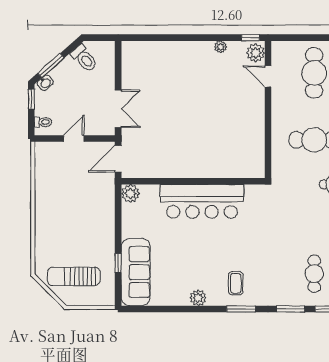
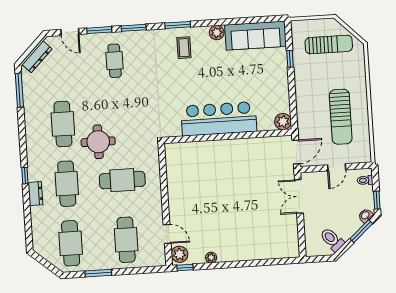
sun lounger: (66, 195) -> (341, 117), added
sofa: (136, 272) -> (255, 36), moved, turned -90

